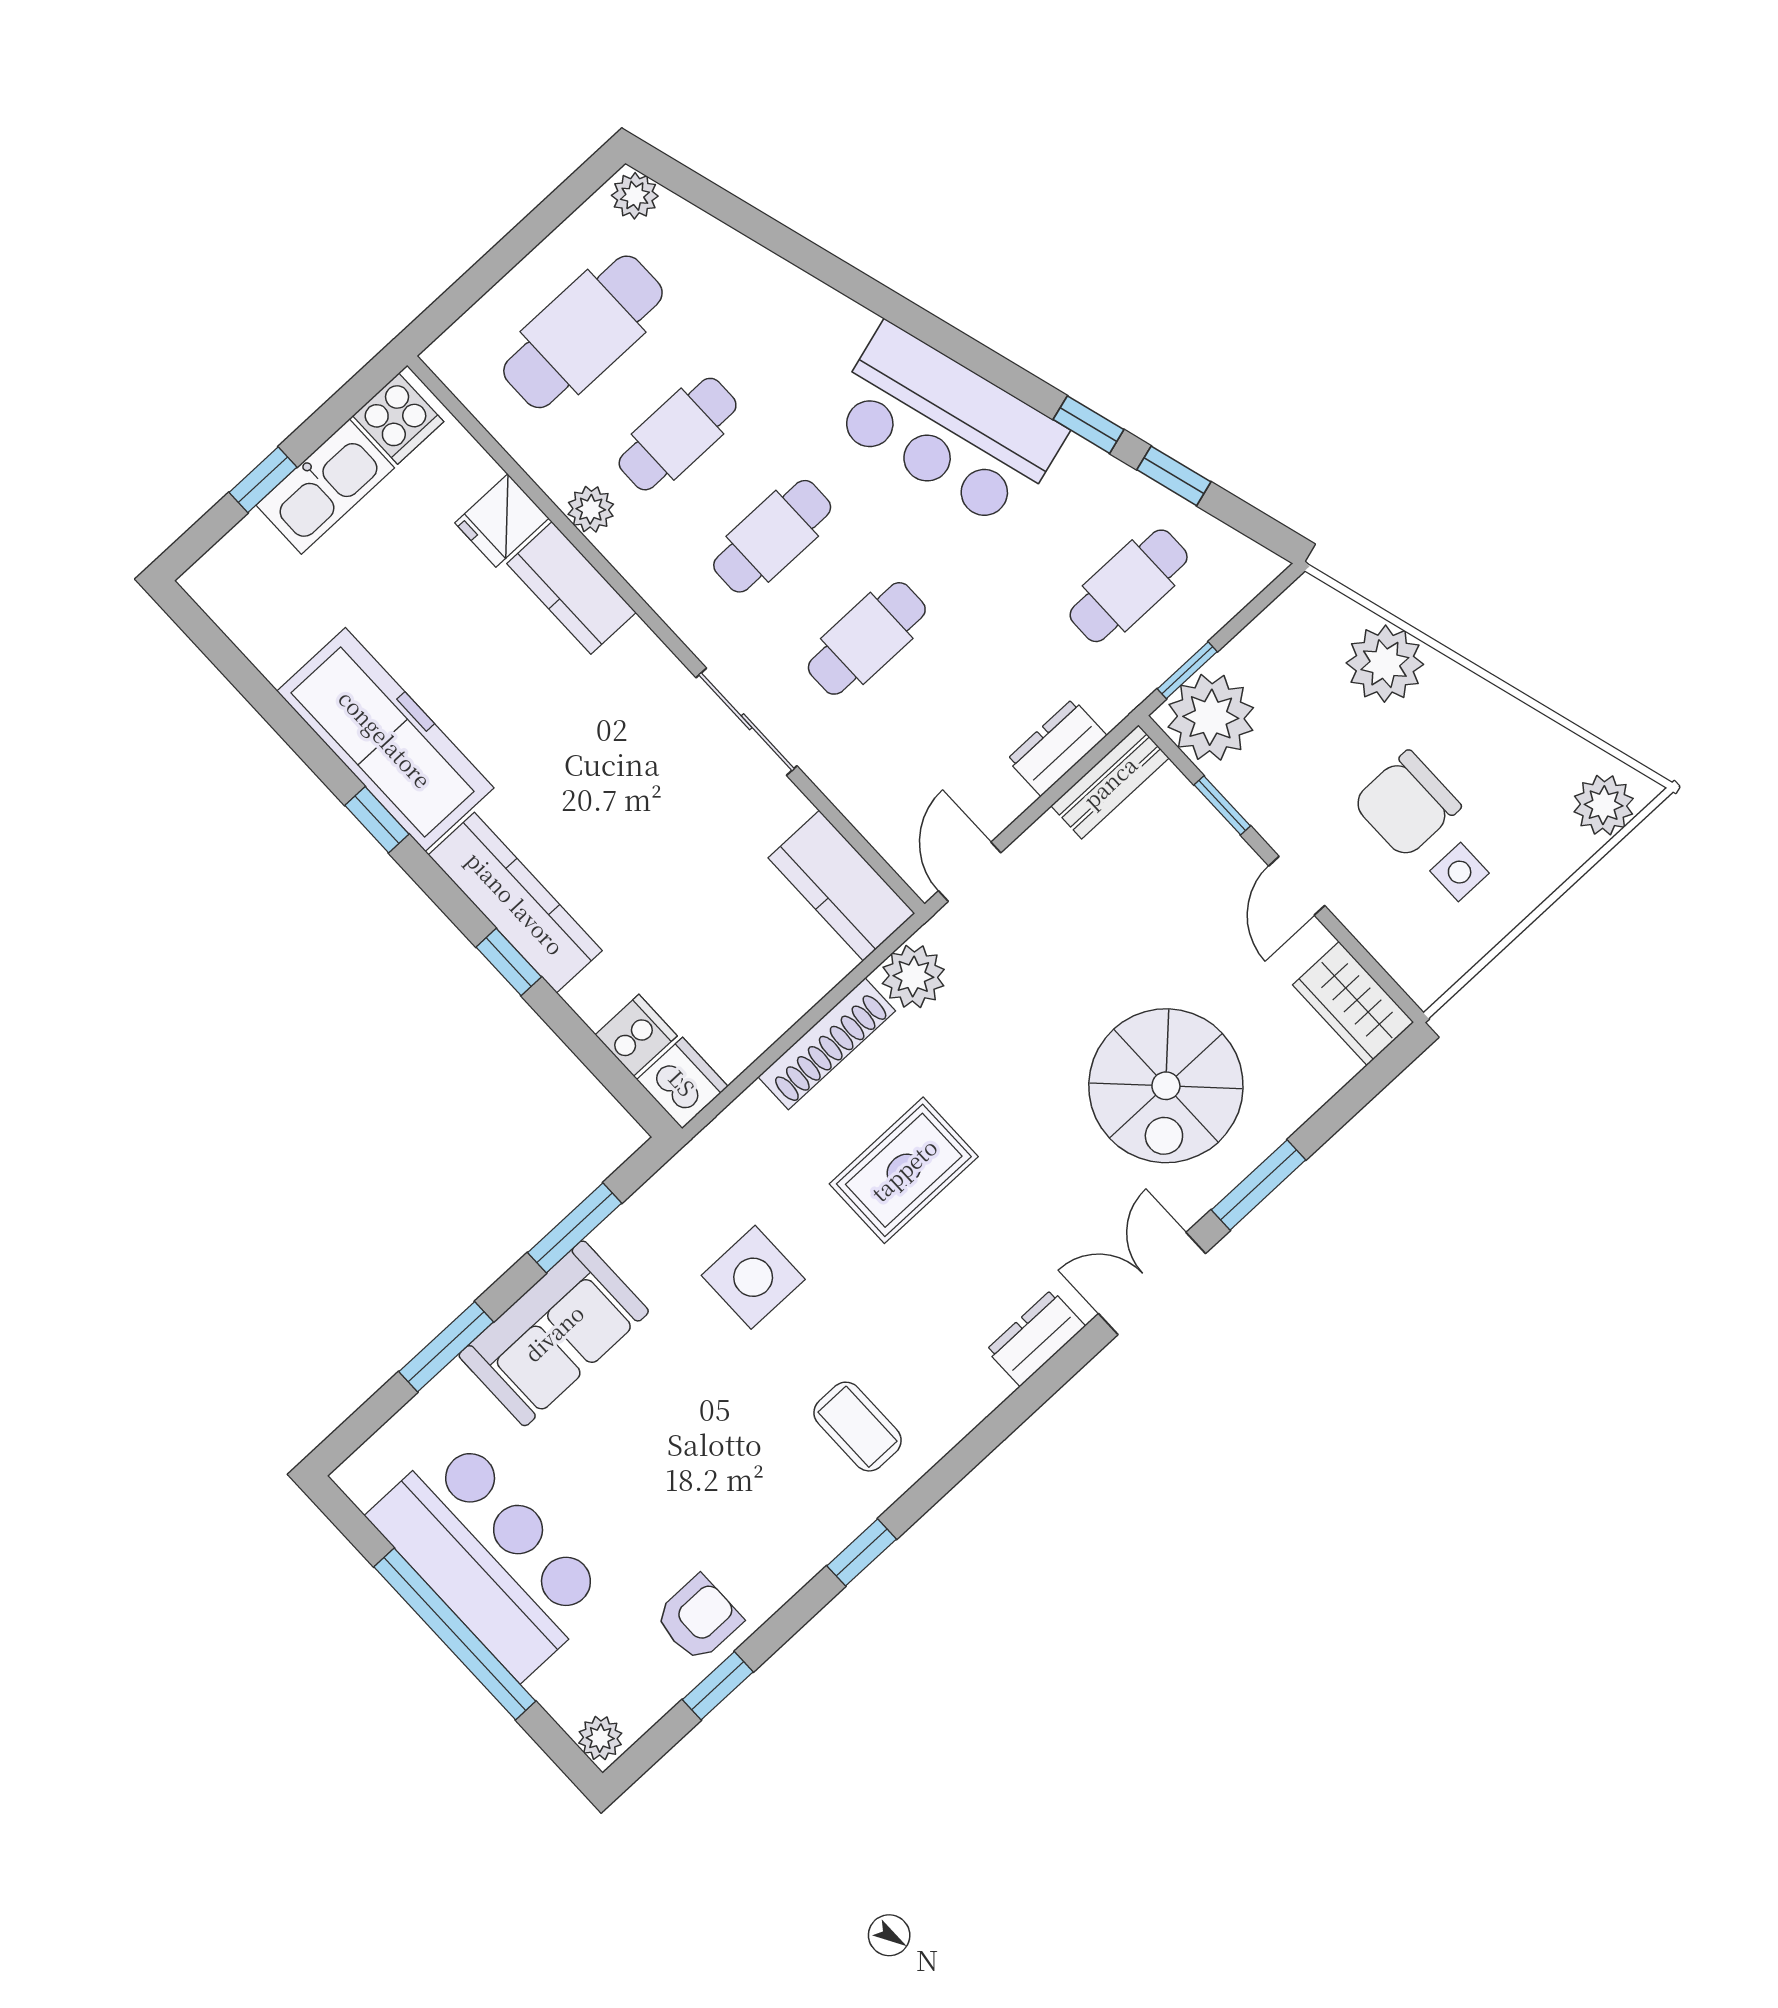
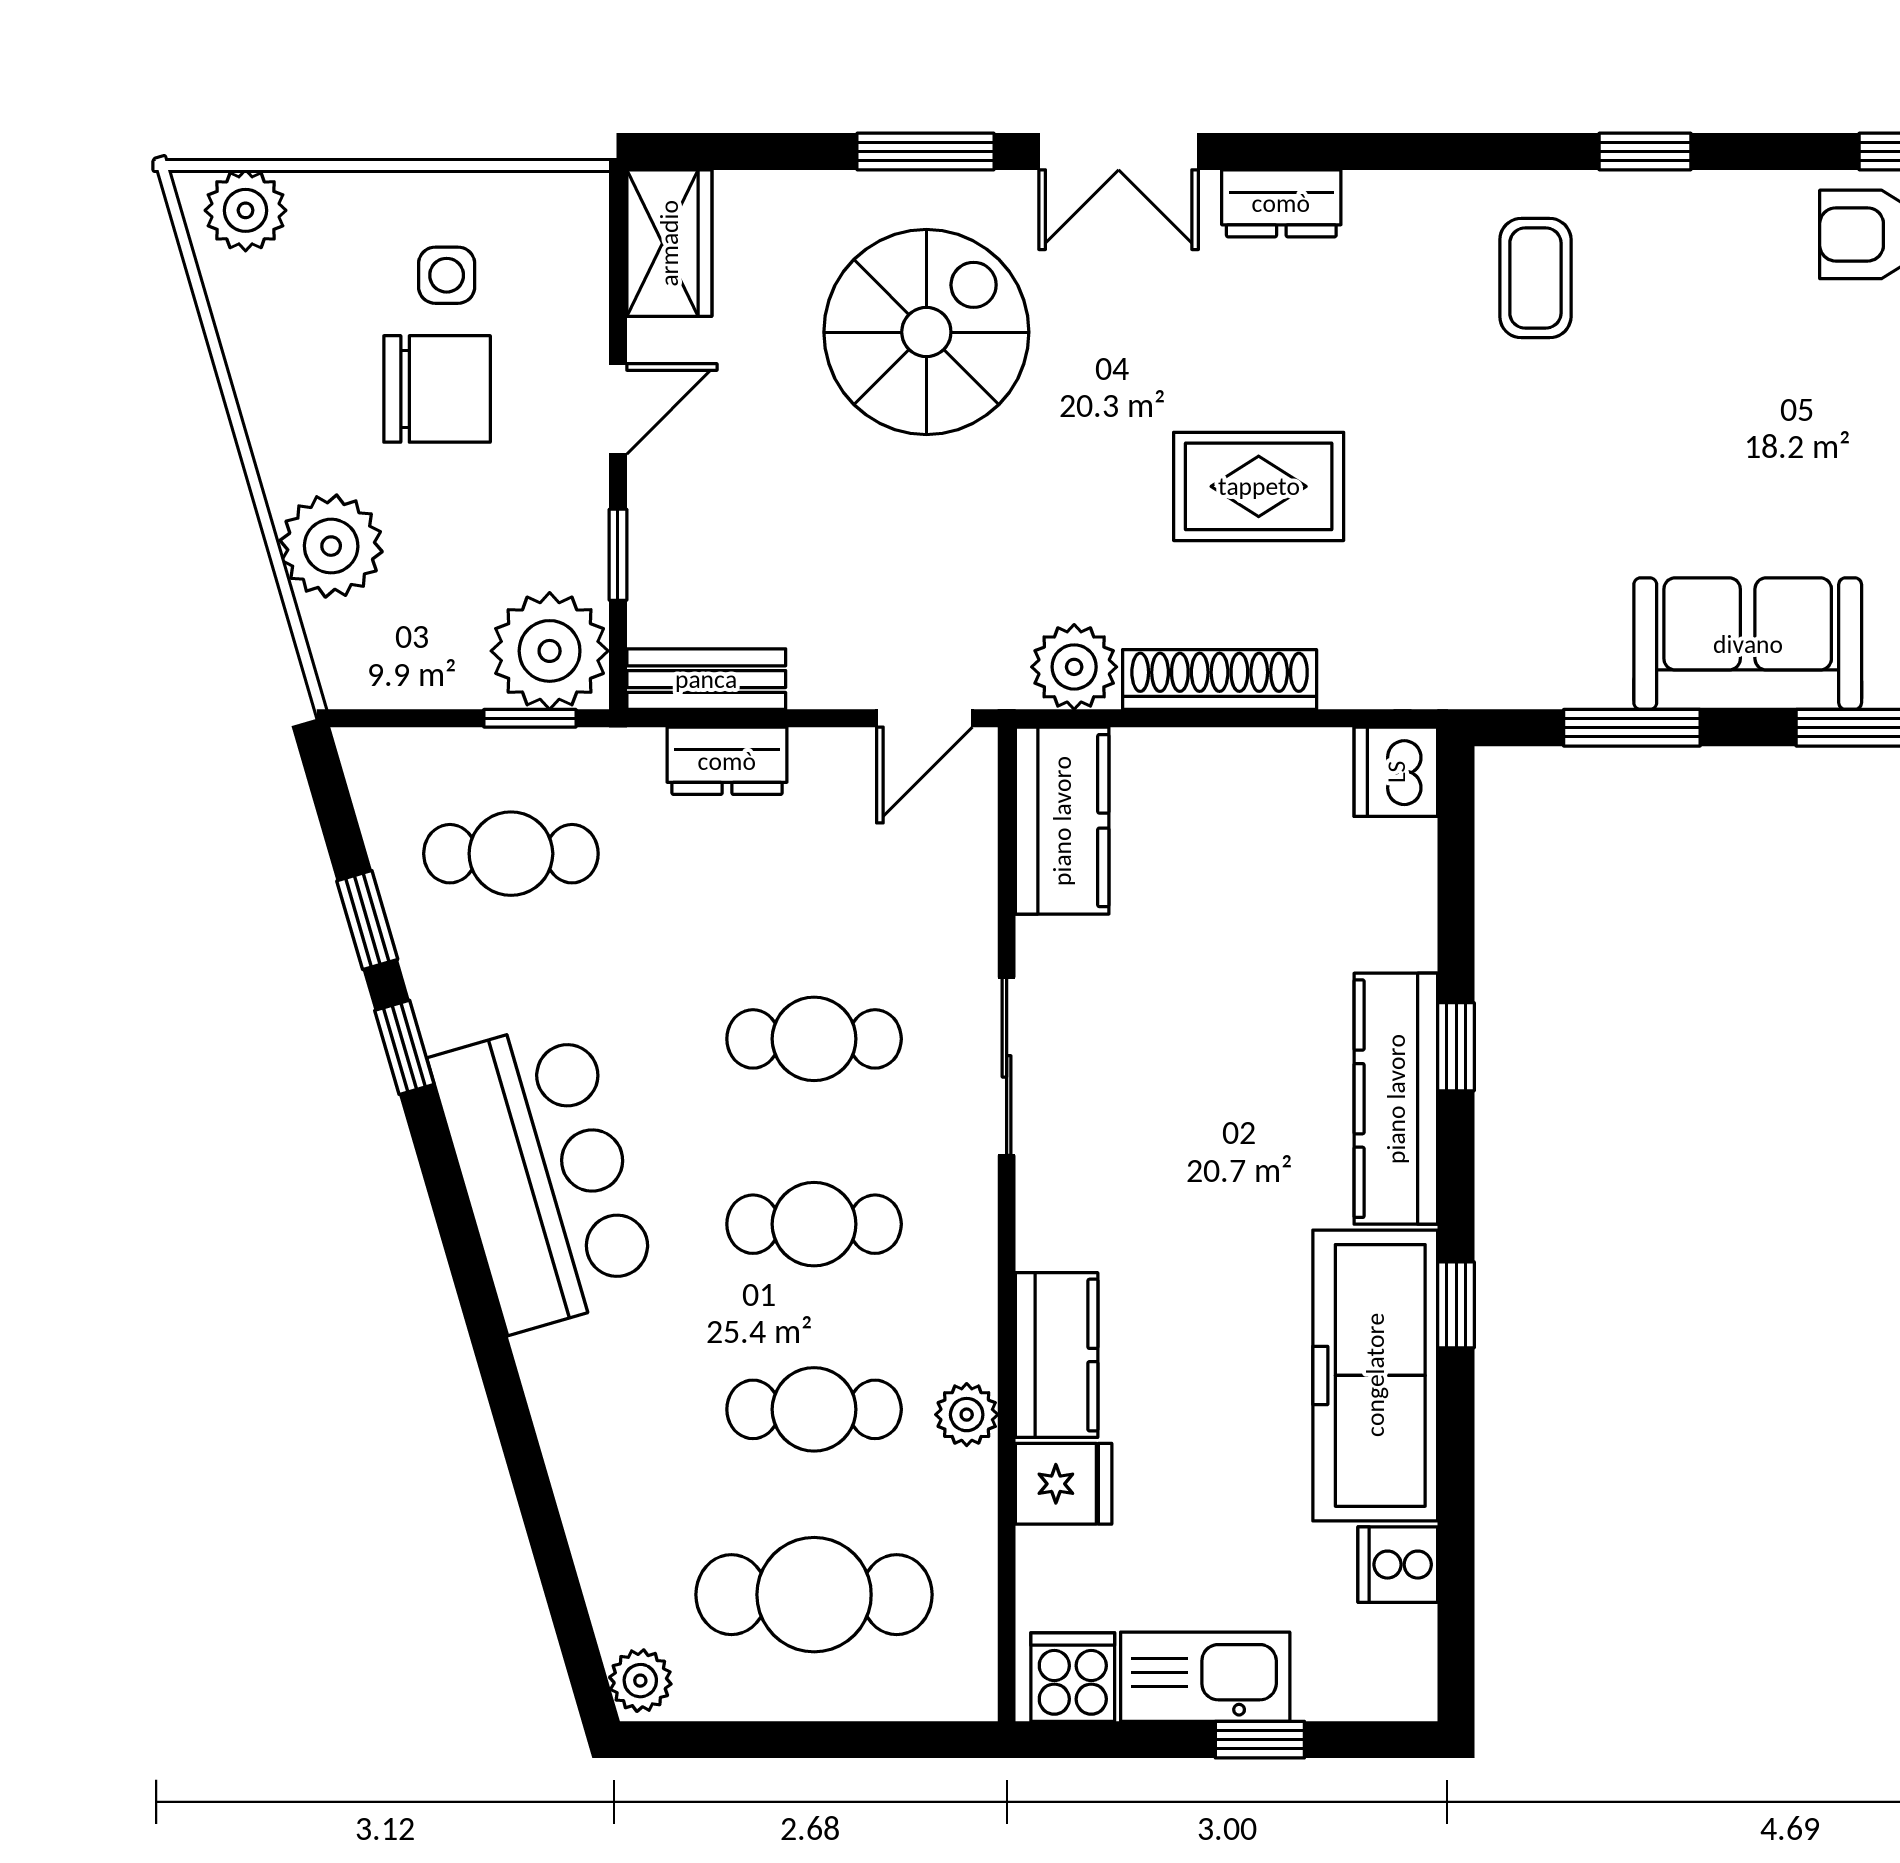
cooker: (636, 1035) -> (1398, 1565), moved
side table: (753, 1277) -> (1502, 518), removed

